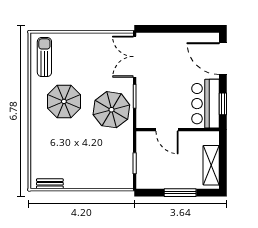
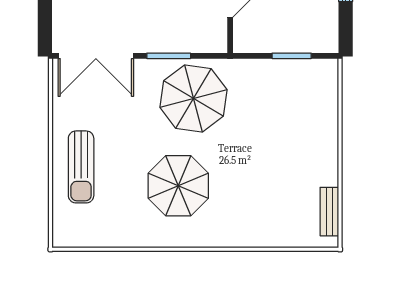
sun lounger: (44, 57) -> (81, 167), moved, turned -90

